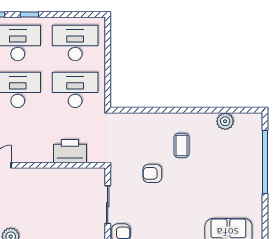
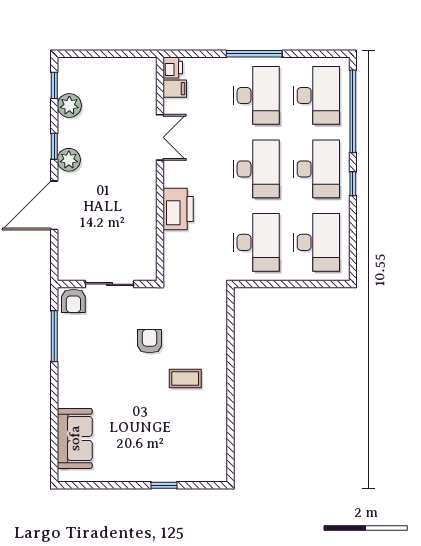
plant: (225, 121) -> (216, 434), removed
printer: (70, 151) -> (178, 209), moved
window: (265, 162) -> (164, 485), width x0.32

